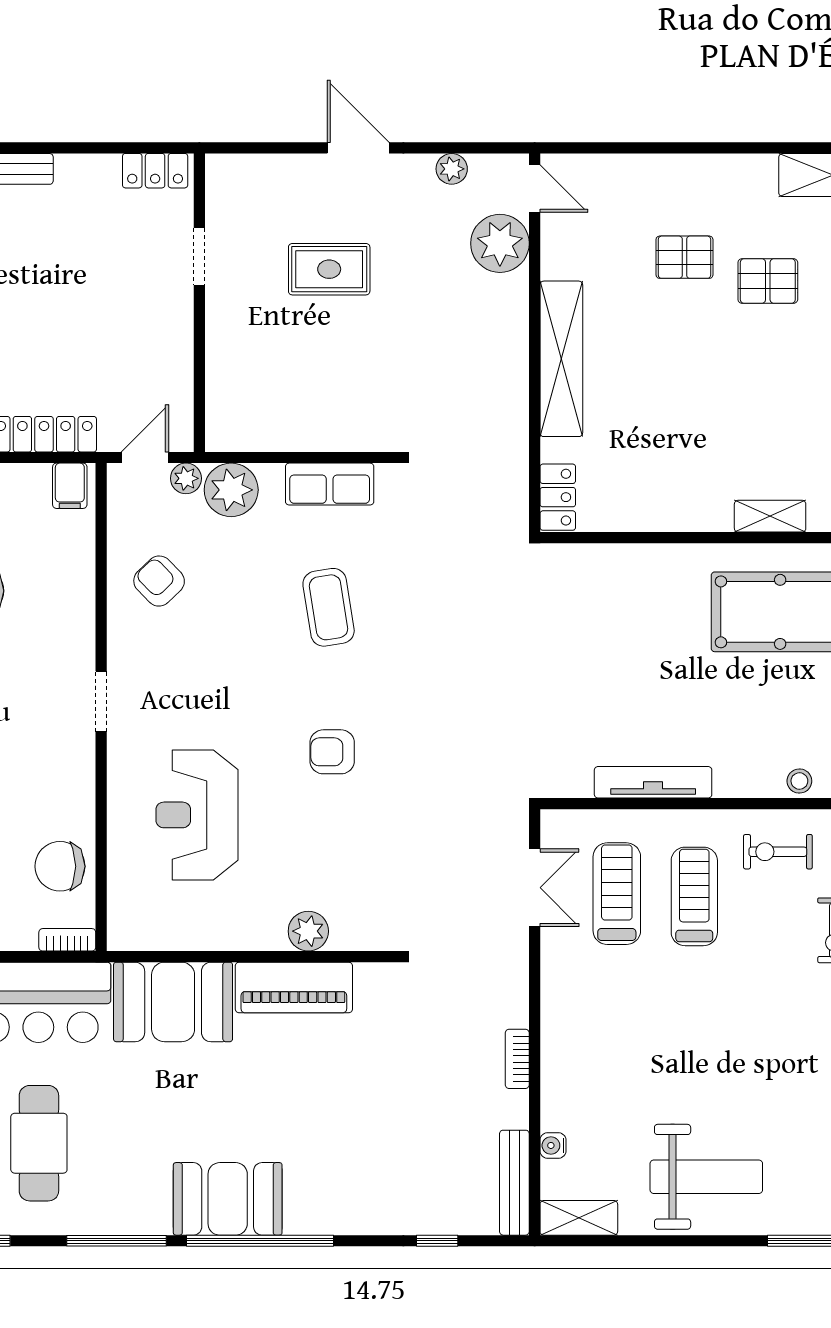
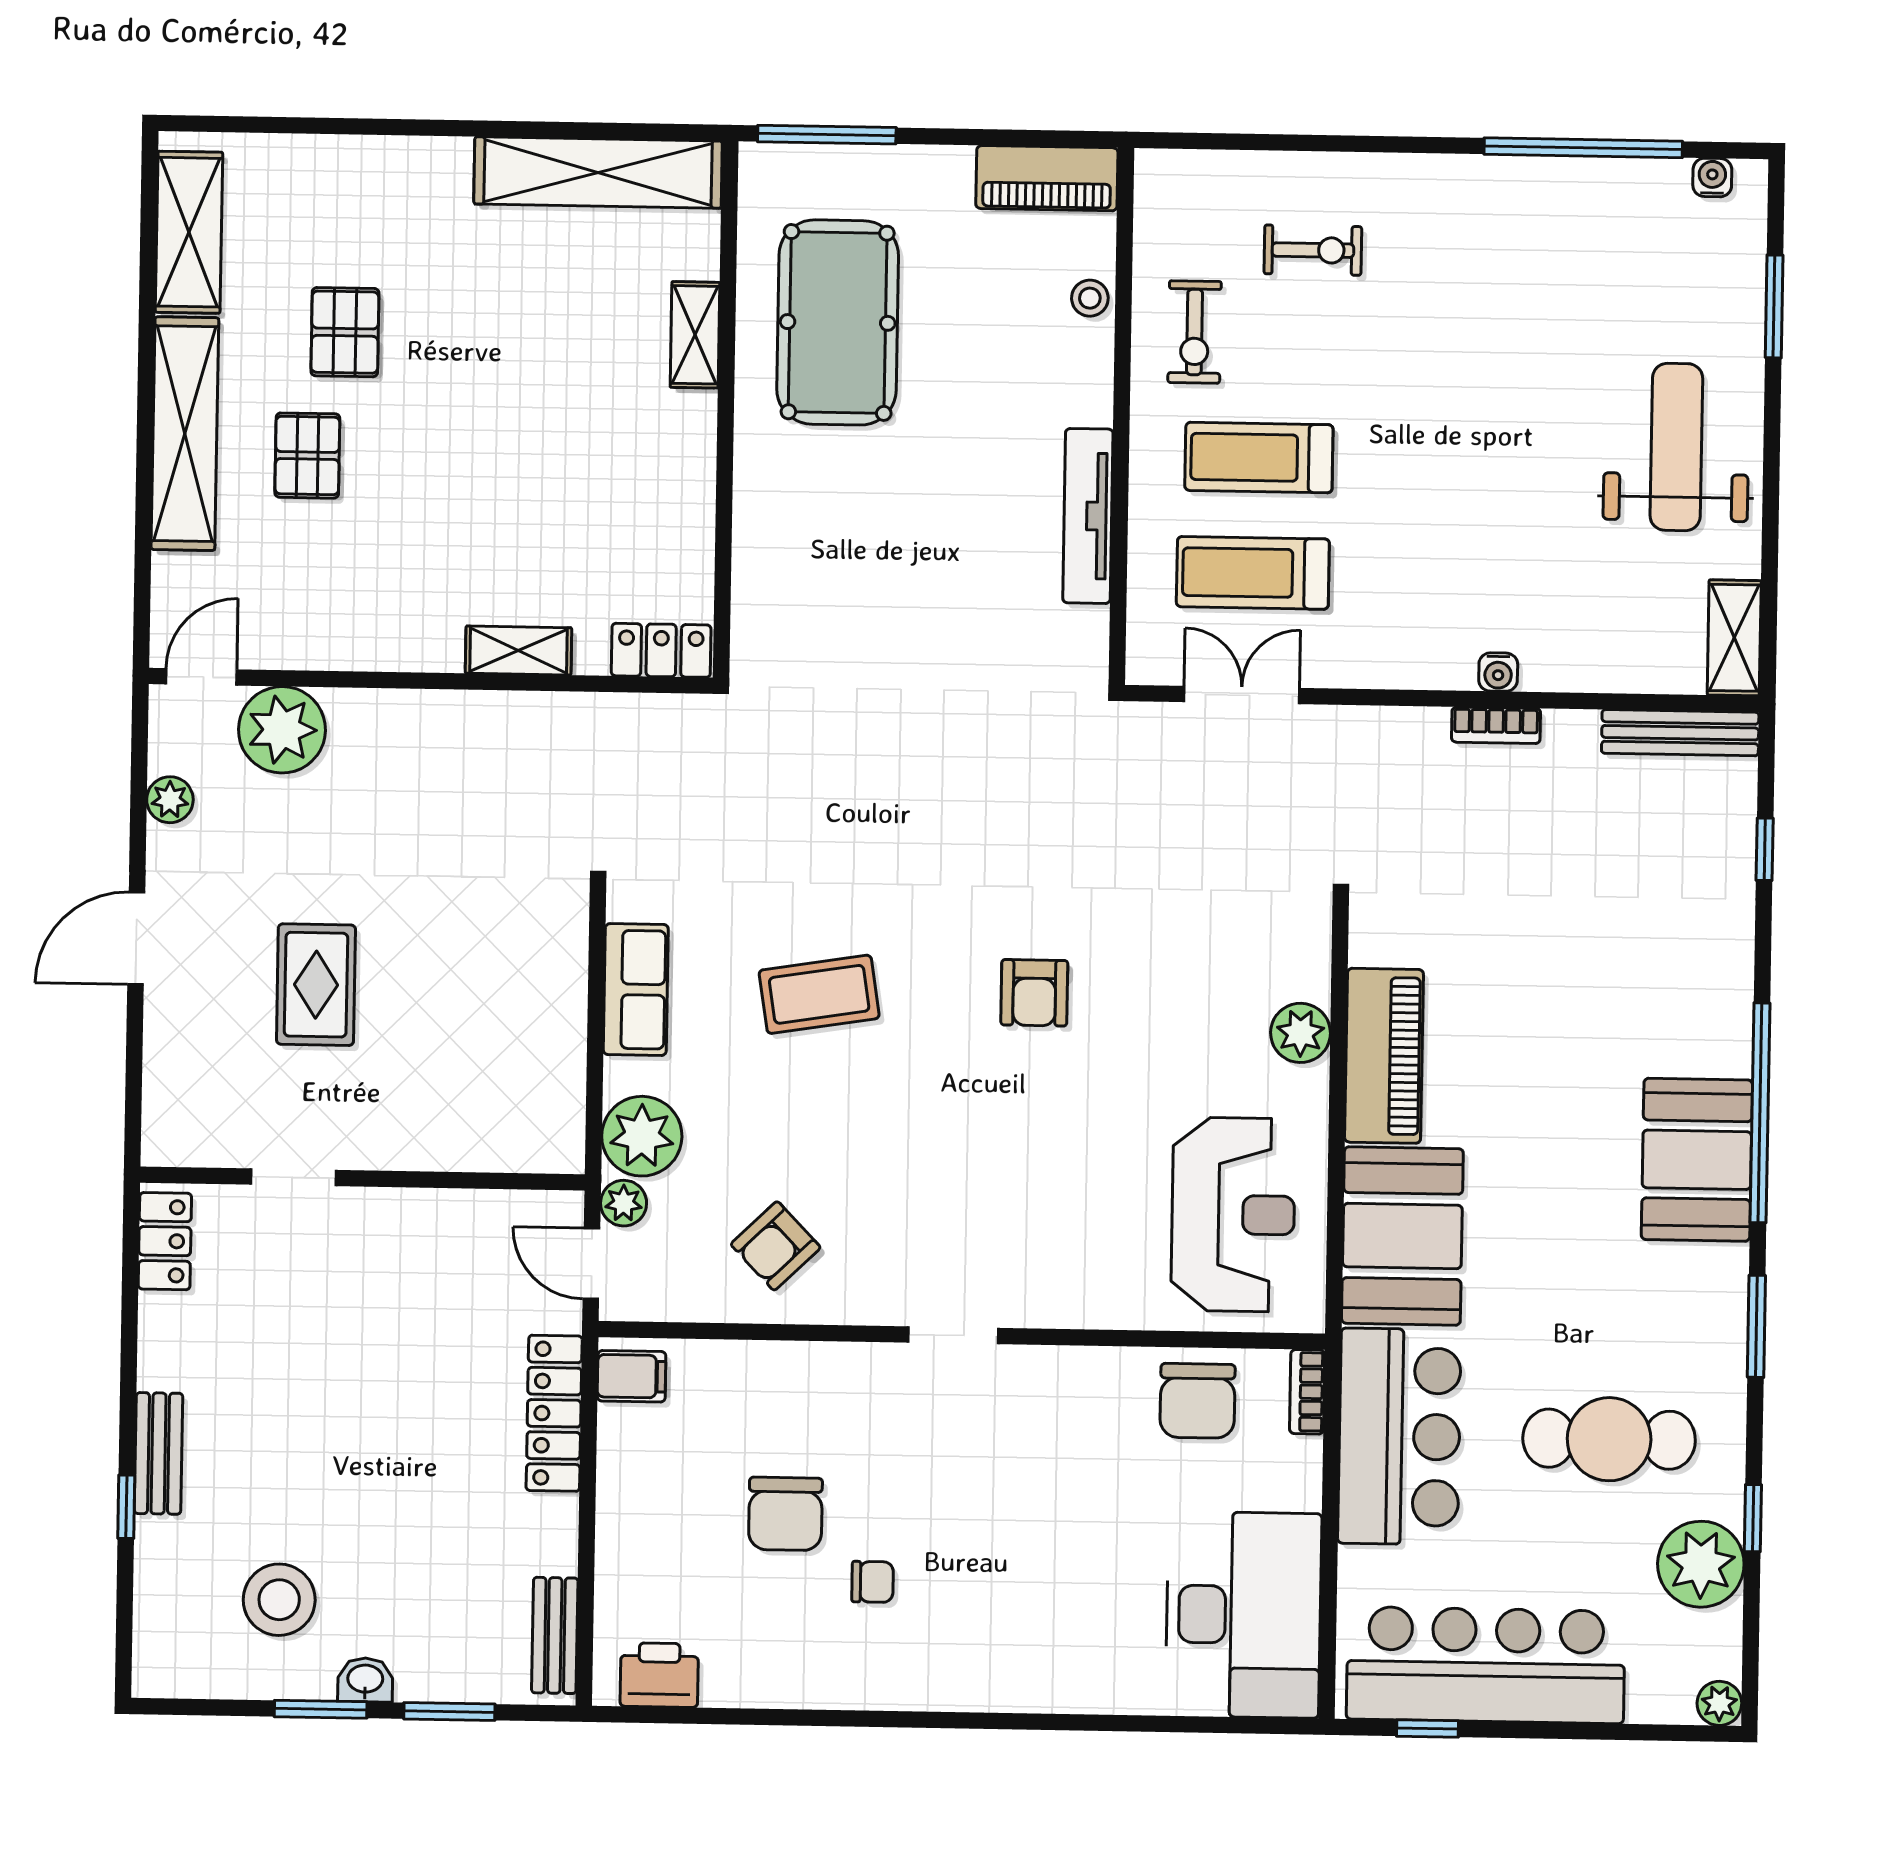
shelving: (698, 175) -> (185, 434), added
shelving: (561, 359) -> (518, 651), width x0.45, depth x0.75
reception desk: (197, 815) -> (1233, 1215), moved, turned -90
water cooler: (553, 1145) -> (1498, 672), moved
window: (117, 1241) -> (1756, 1326), width x0.69

